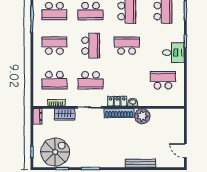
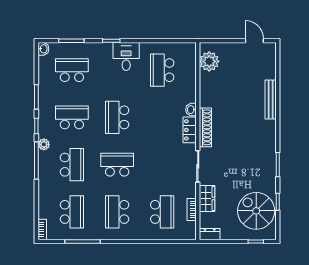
school desk: (91, 80) -> (162, 165), removed
plant: (142, 116) -> (209, 61), moved
door: (185, 151) -> (254, 41), swing flipped

